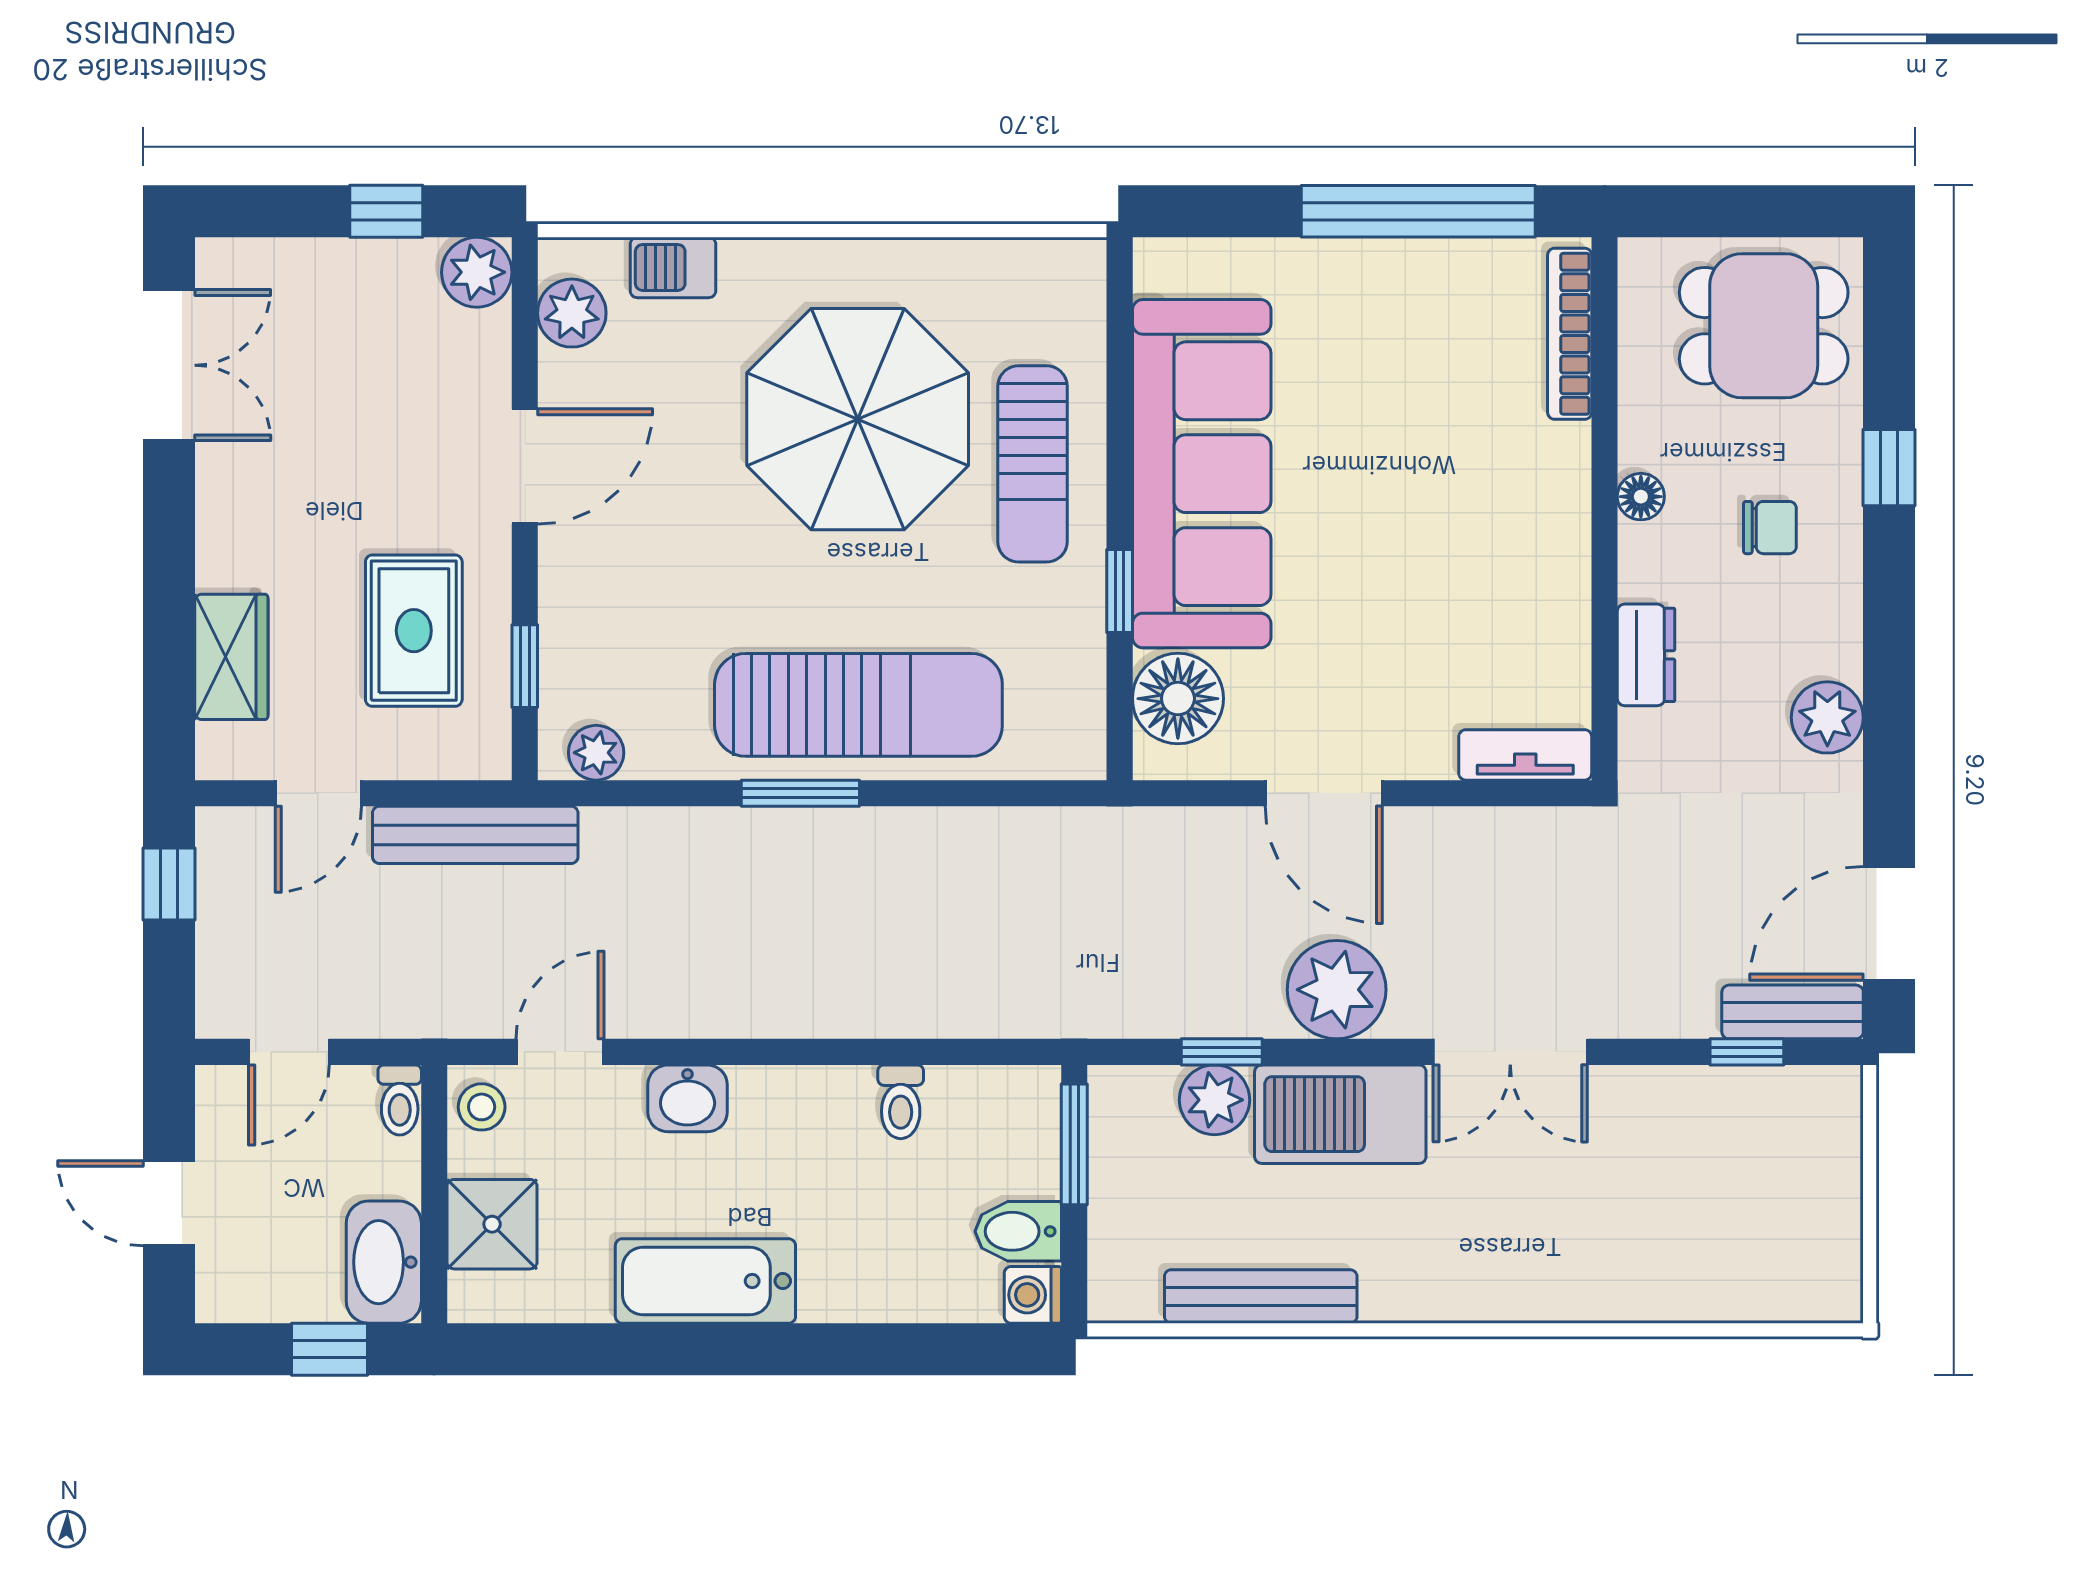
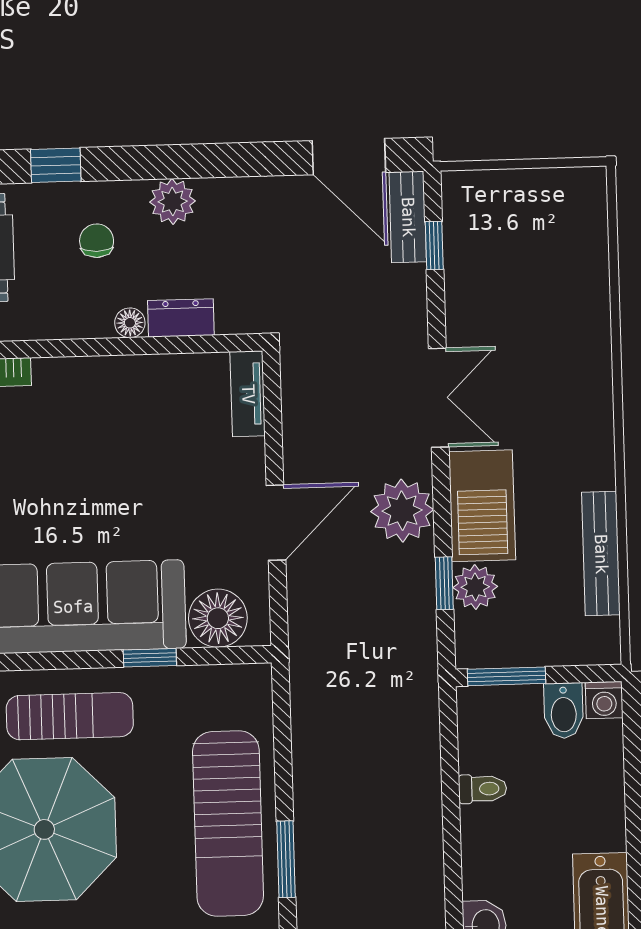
floor lamp: (1641, 497) -> (130, 323), moved
sun lounger: (858, 705) -> (228, 823), turned 180
plant: (1827, 717) -> (173, 202), moved

